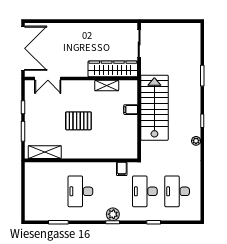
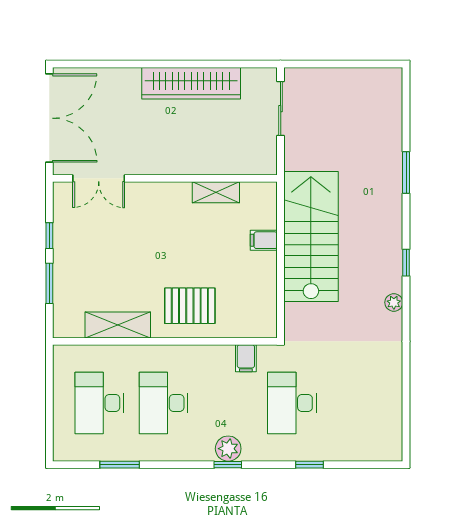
wardrobe: (113, 69) -> (191, 83), moved, turned 180
pallet: (78, 121) -> (190, 306), moved
shelving: (45, 152) -> (118, 325), moved
desk: (177, 191) -> (99, 403), moved

